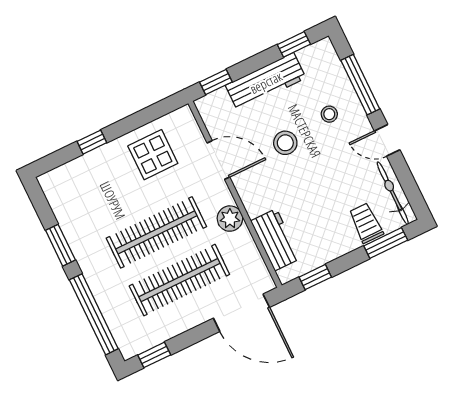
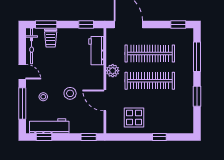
workbench: (266, 82) -> (49, 126), moved
window: (94, 314) -> (197, 57), width x0.68

